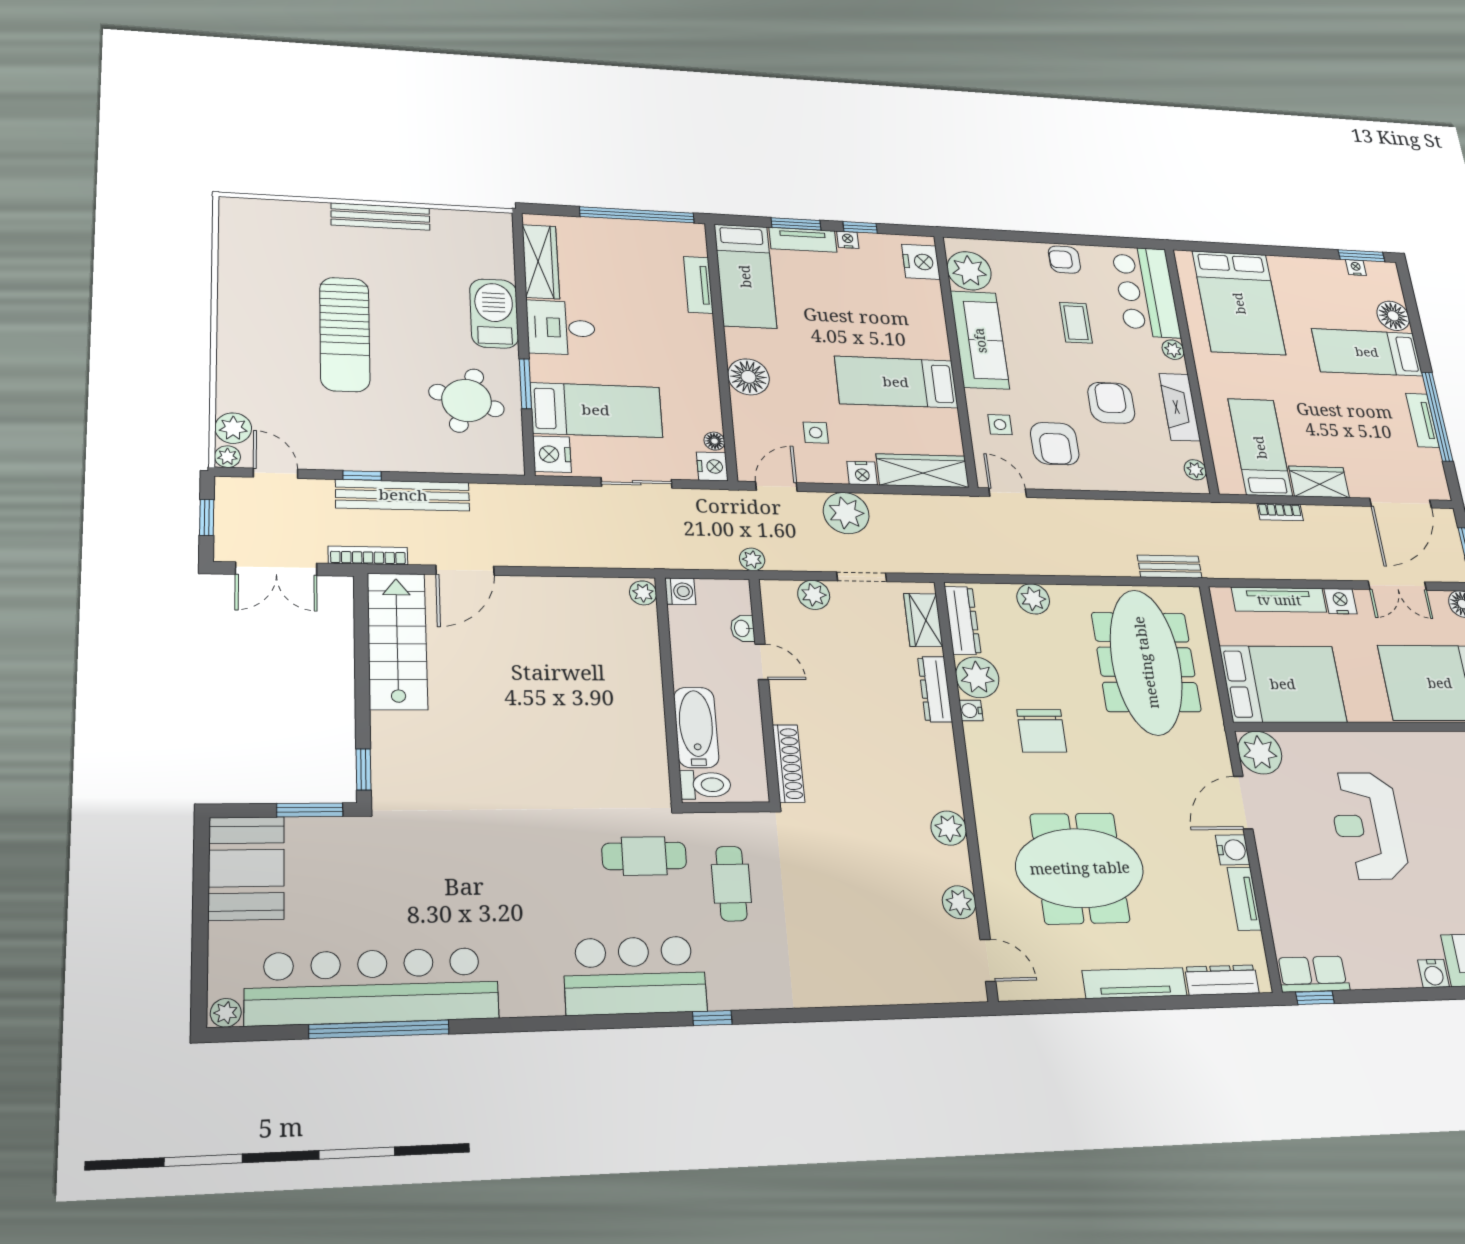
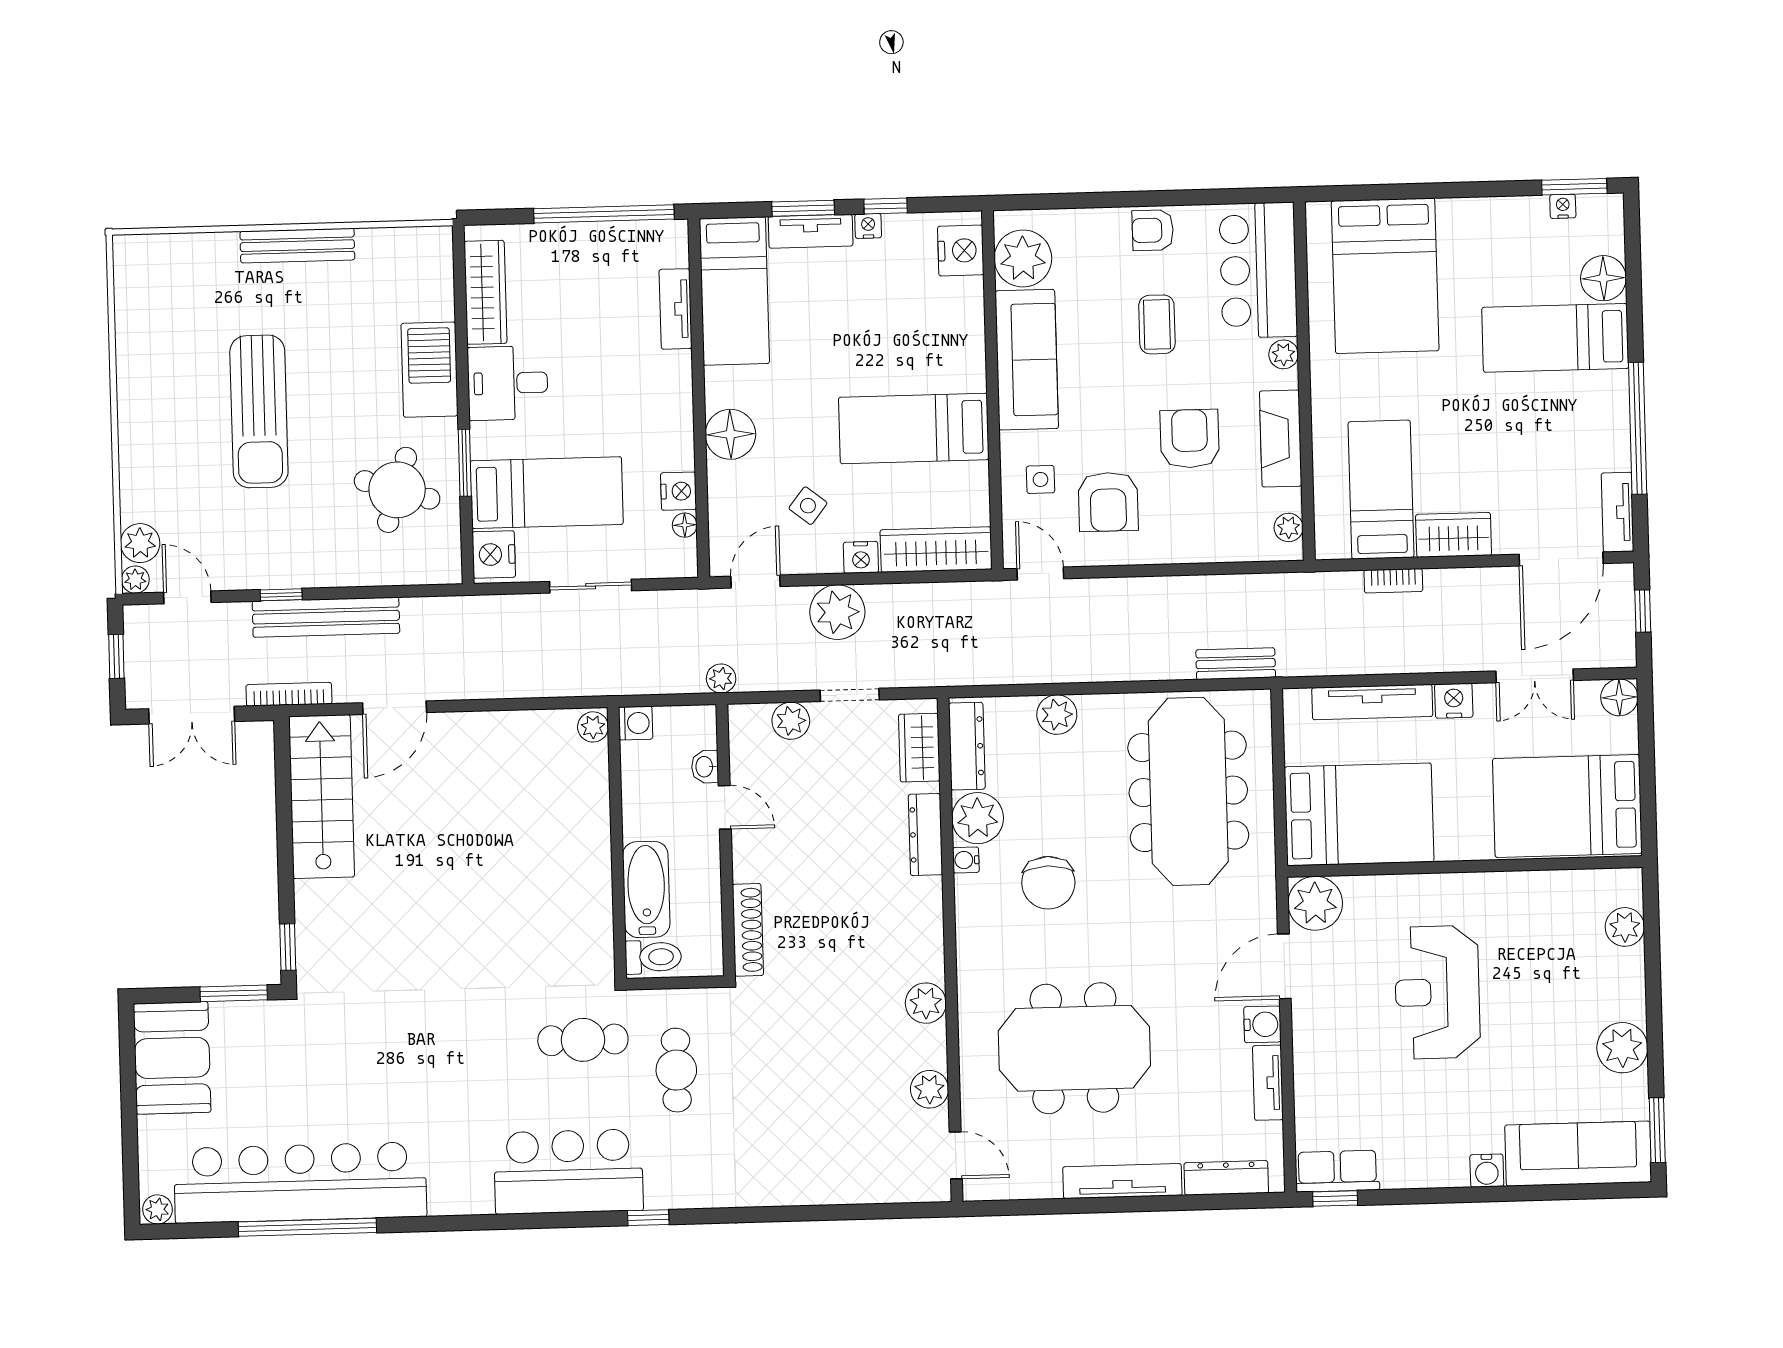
tv unit: (1422, 420) -> (1618, 512), moved
side table: (816, 433) -> (808, 506), turned 38
nightstand: (712, 466) -> (679, 491), moved

